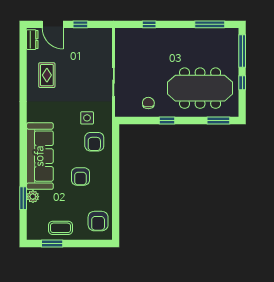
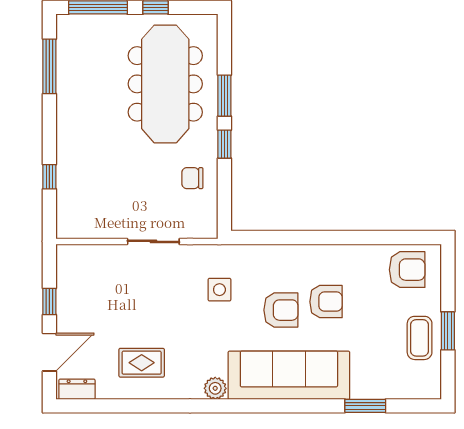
window: (218, 121) -> (224, 96), moved
armchair: (94, 142) -> (281, 310), moved
plant: (33, 197) -> (215, 388), moved
window: (52, 243) -> (448, 331), moved

